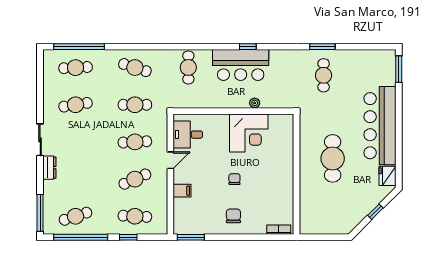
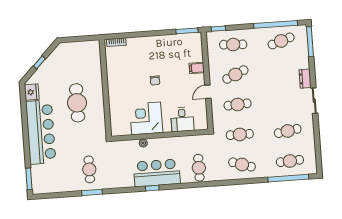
desk: (188, 135) -> (182, 119), moved, turned 90
chair: (233, 216) -> (154, 51), removed
window: (128, 237) -> (218, 29), moved

